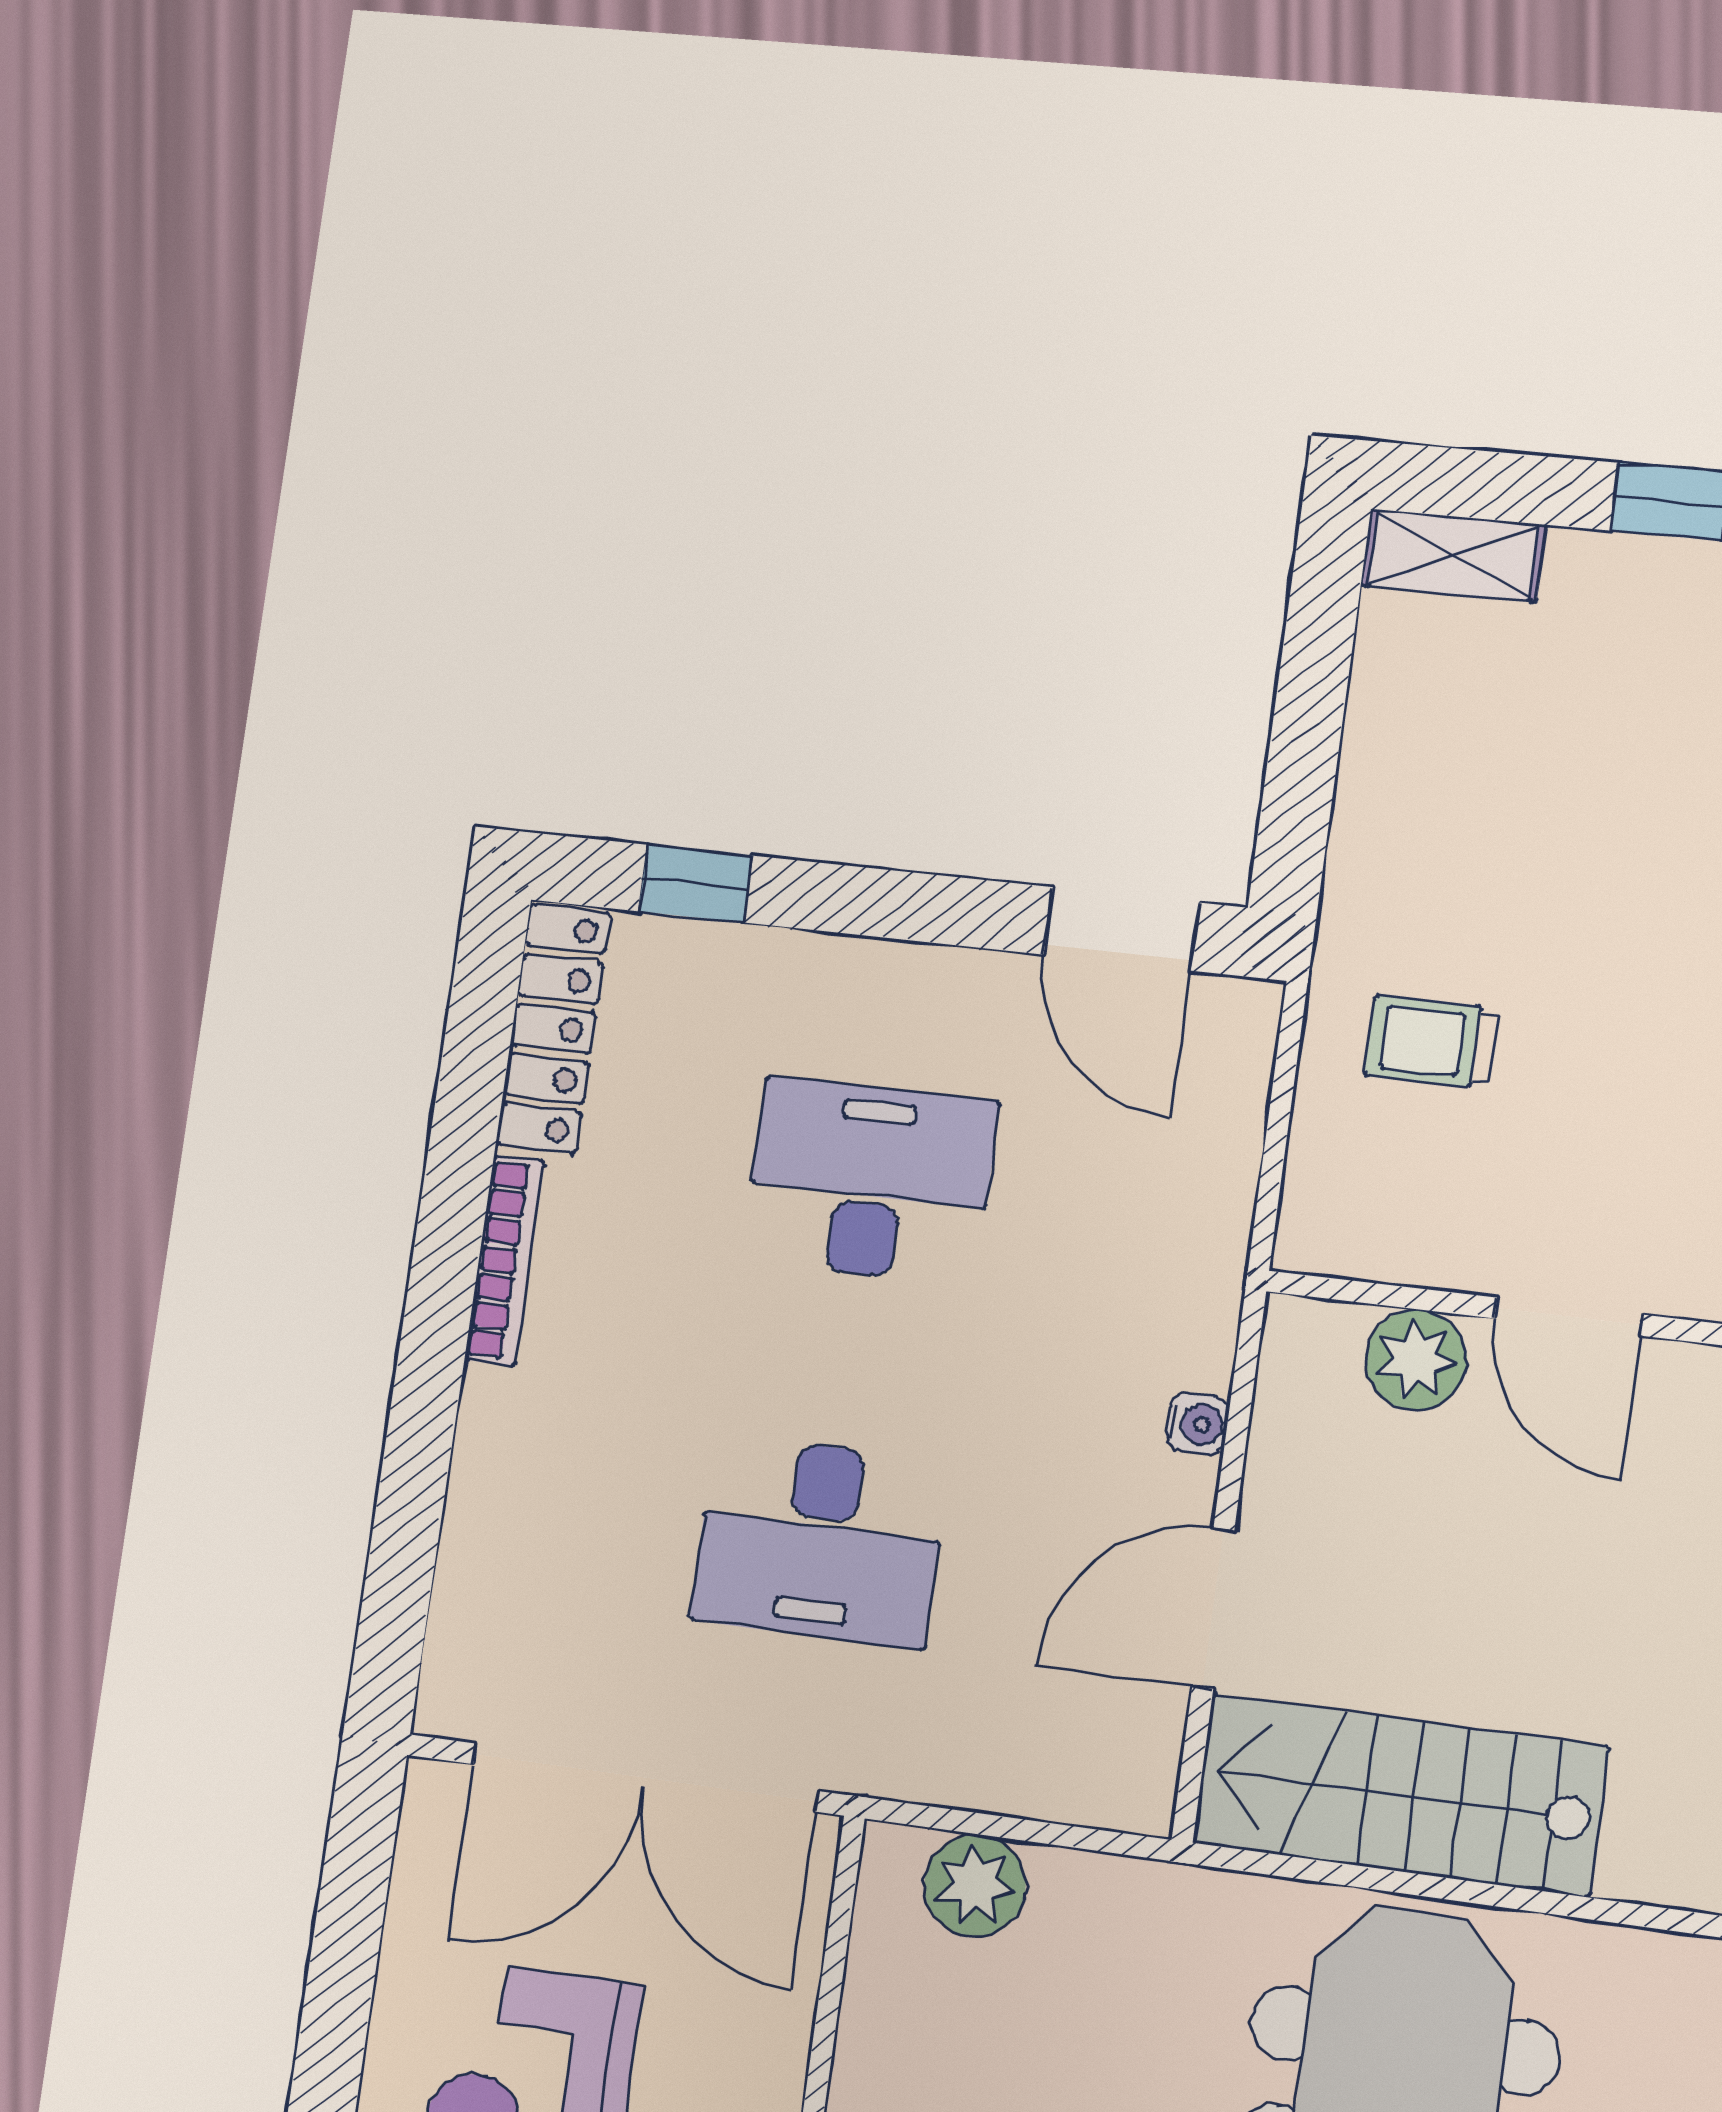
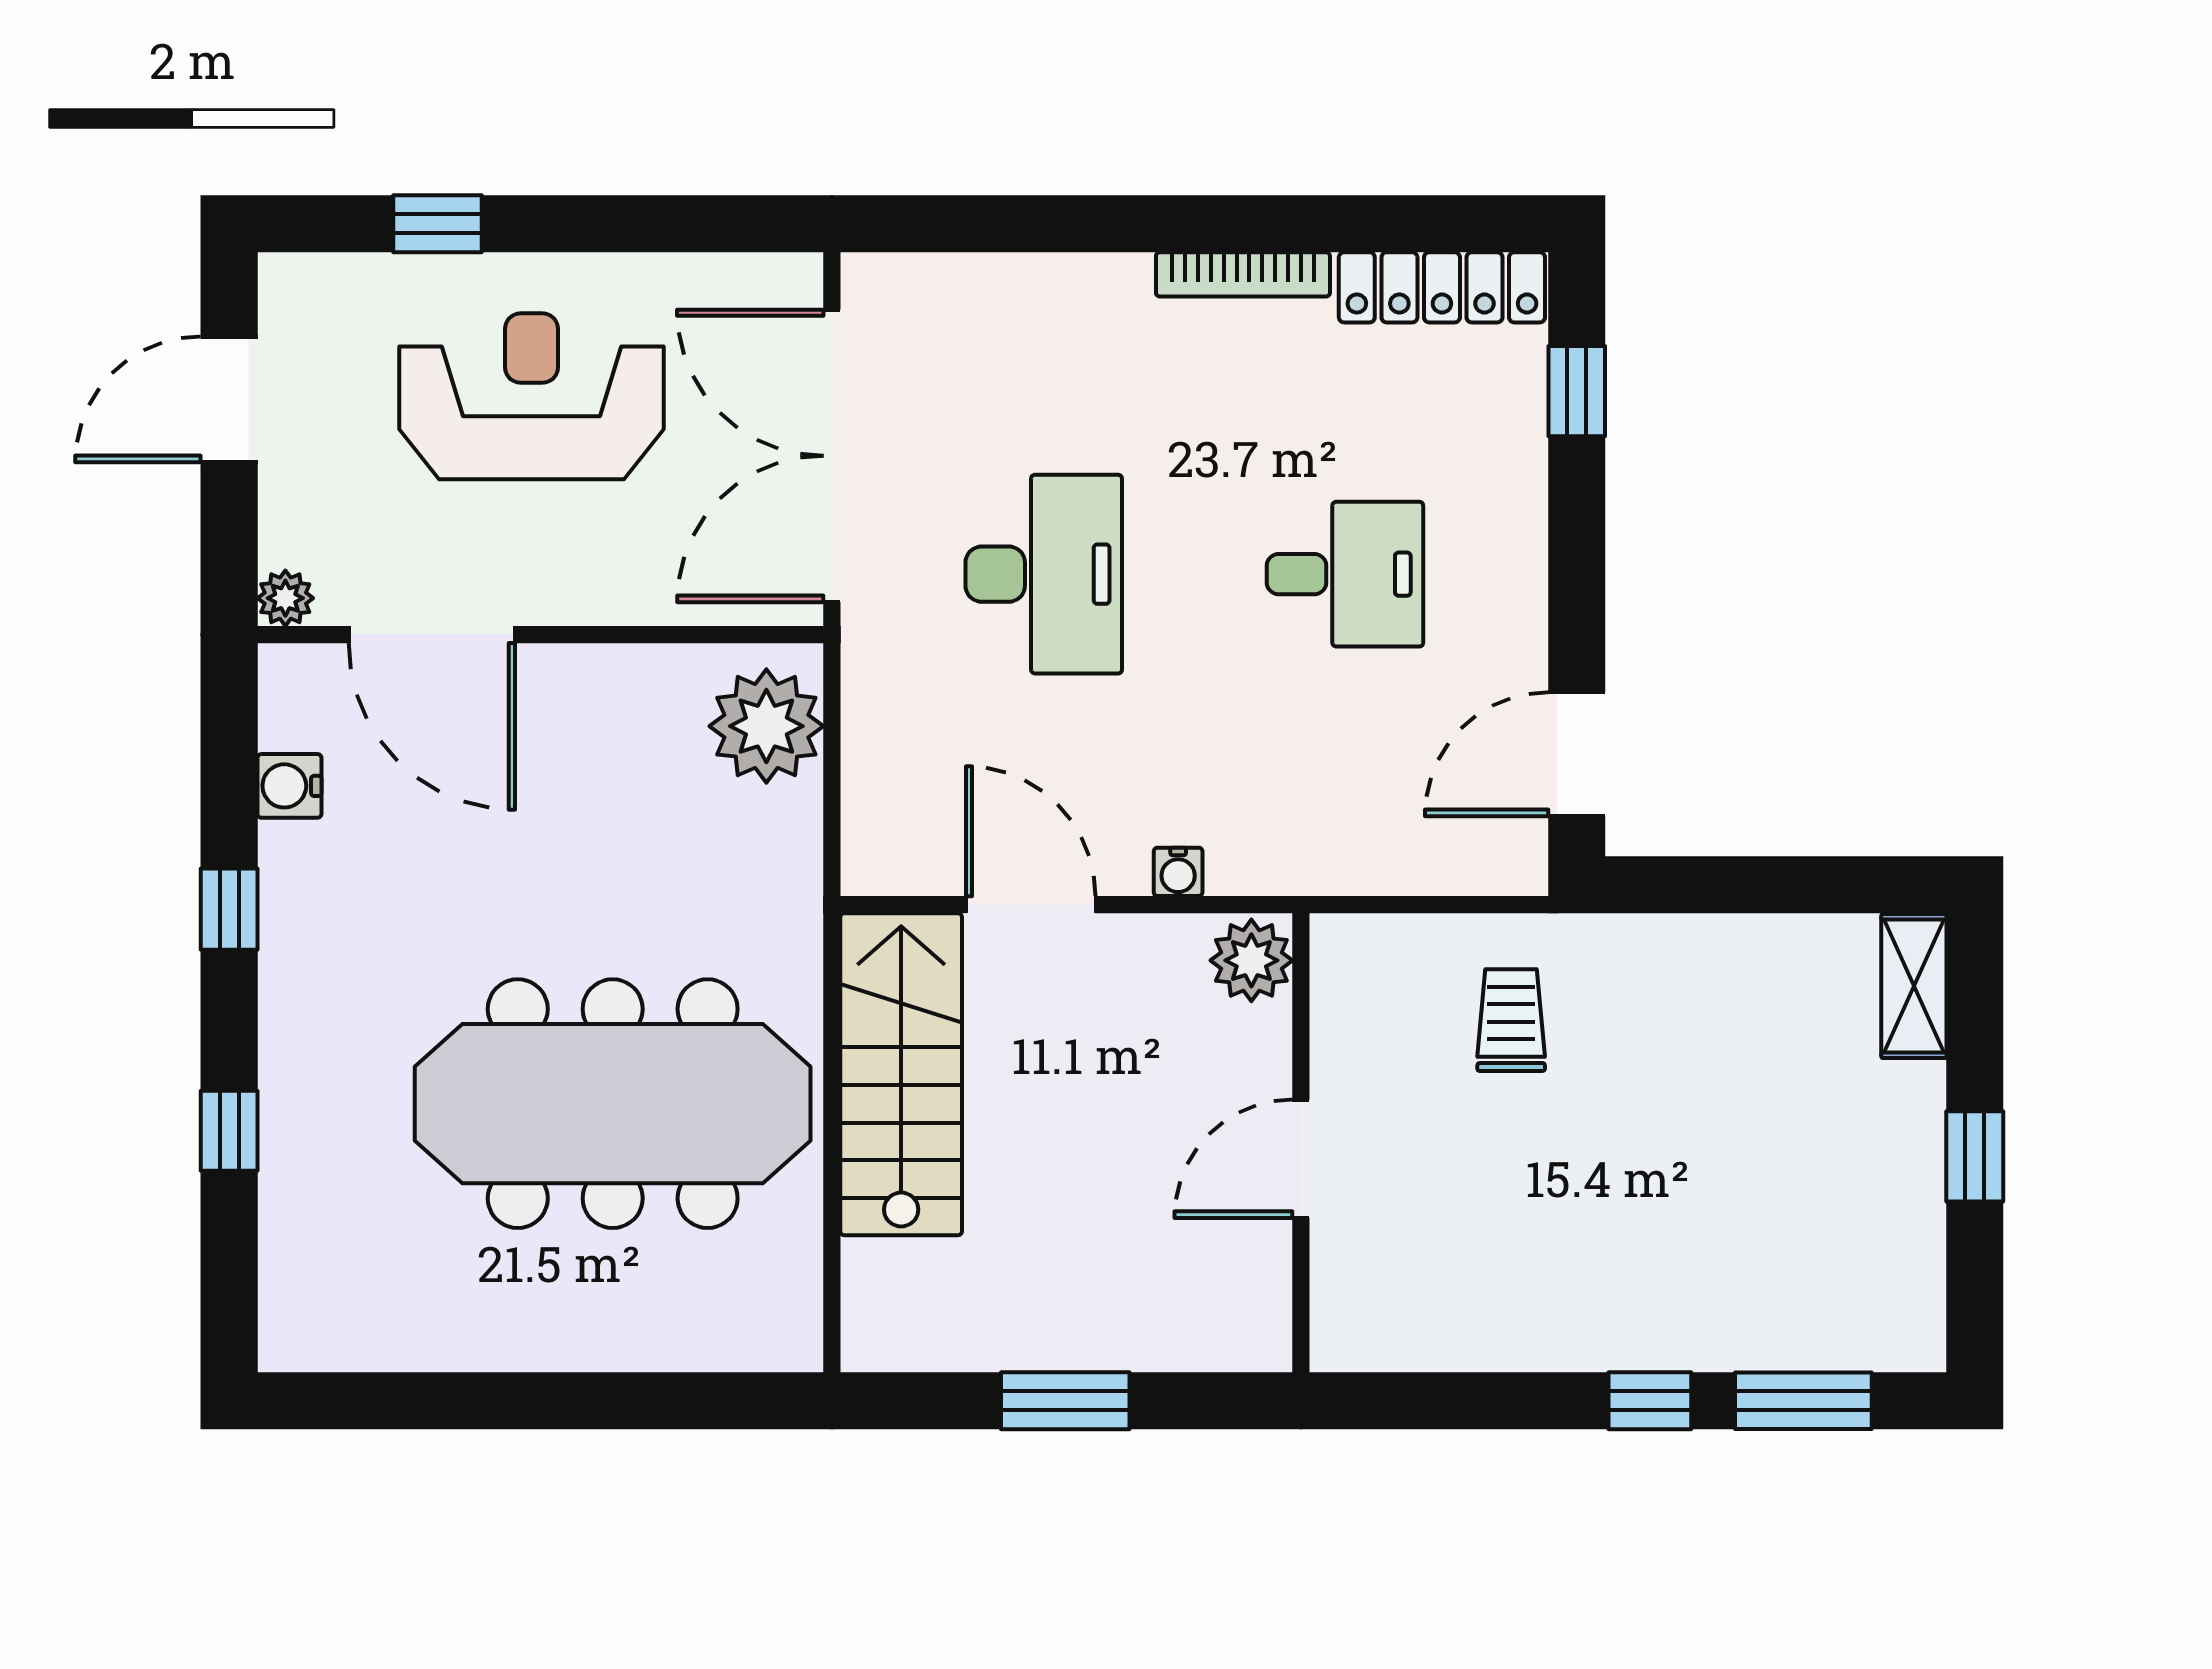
desk: (870, 1181) -> (1345, 574), width x0.73
plant: (1416, 1360) -> (1251, 960), moved
desk: (820, 1541) -> (1044, 574), turned 180
plant: (975, 1886) -> (766, 726), width x1.36, depth x1.36

